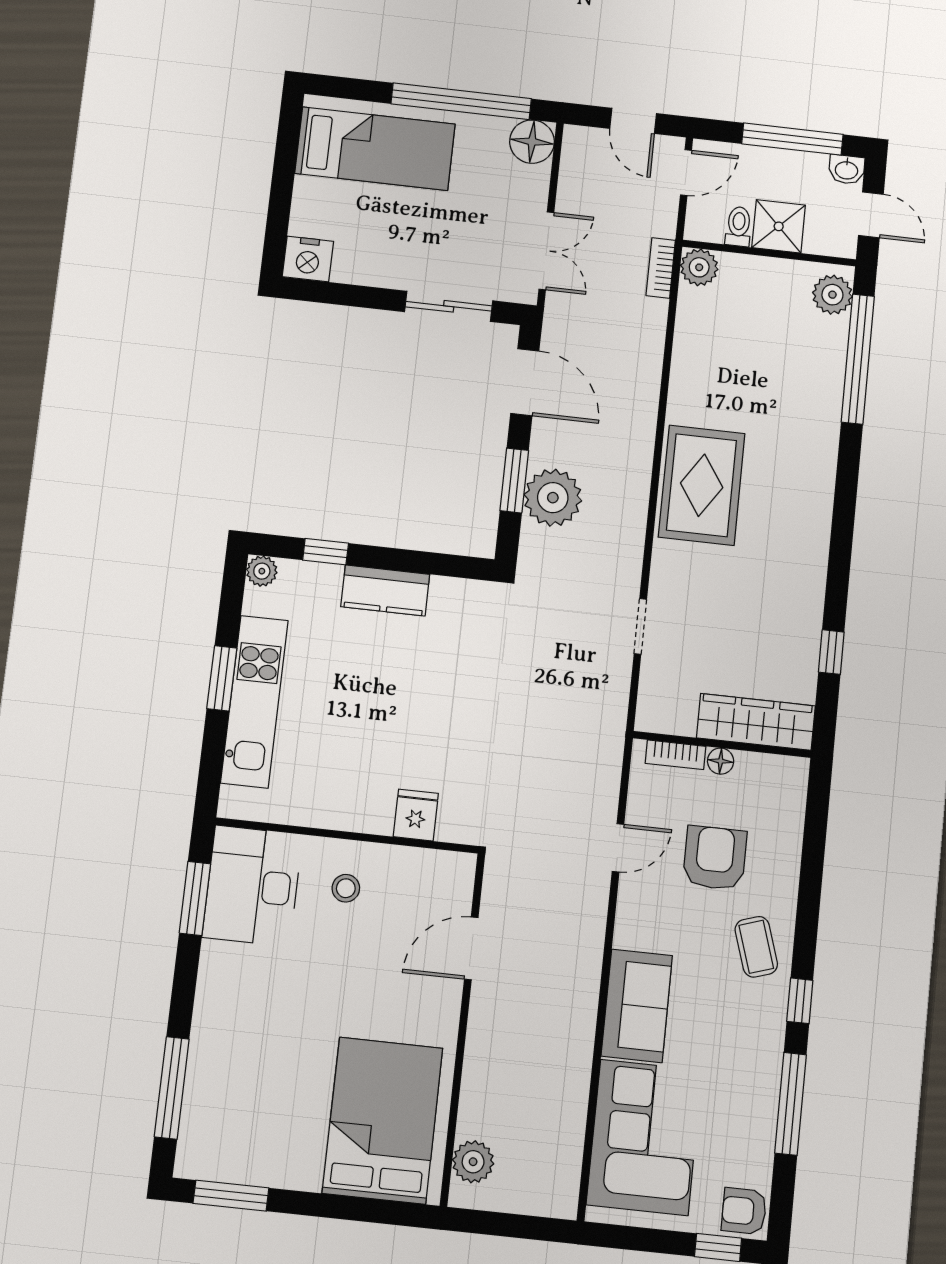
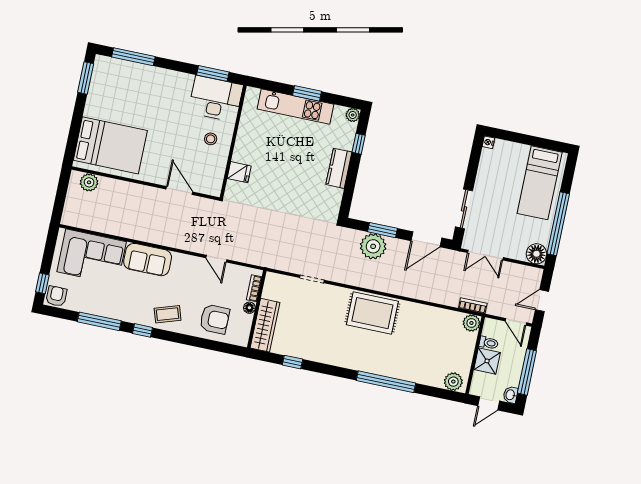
nightstand: (308, 259) -> (488, 142), width x0.53, depth x0.56
window: (858, 359) -> (386, 382), moved
armchair: (715, 858) -> (215, 319), moved

